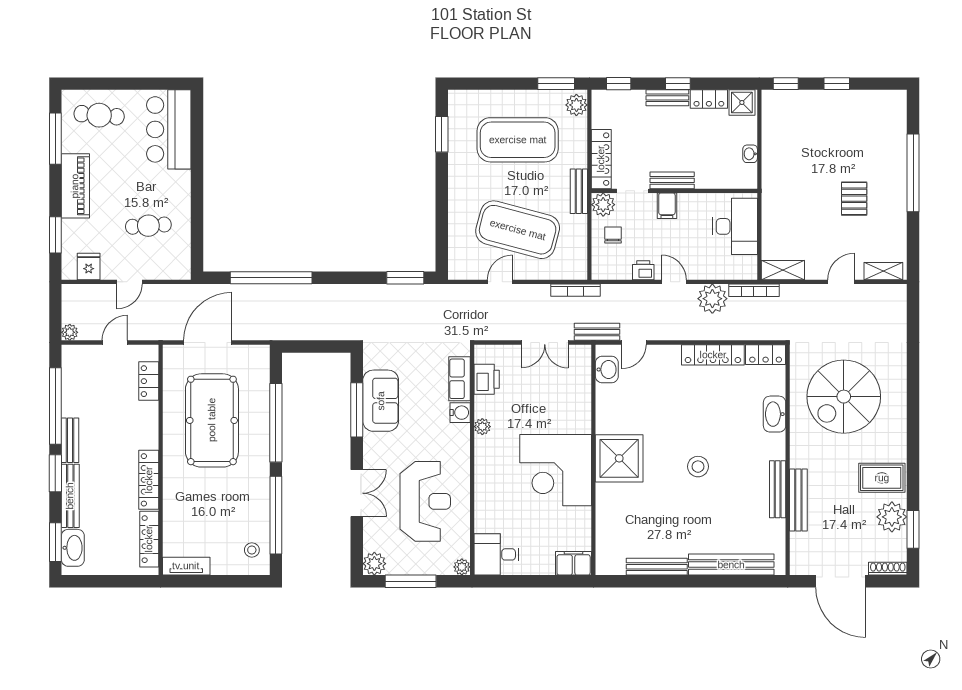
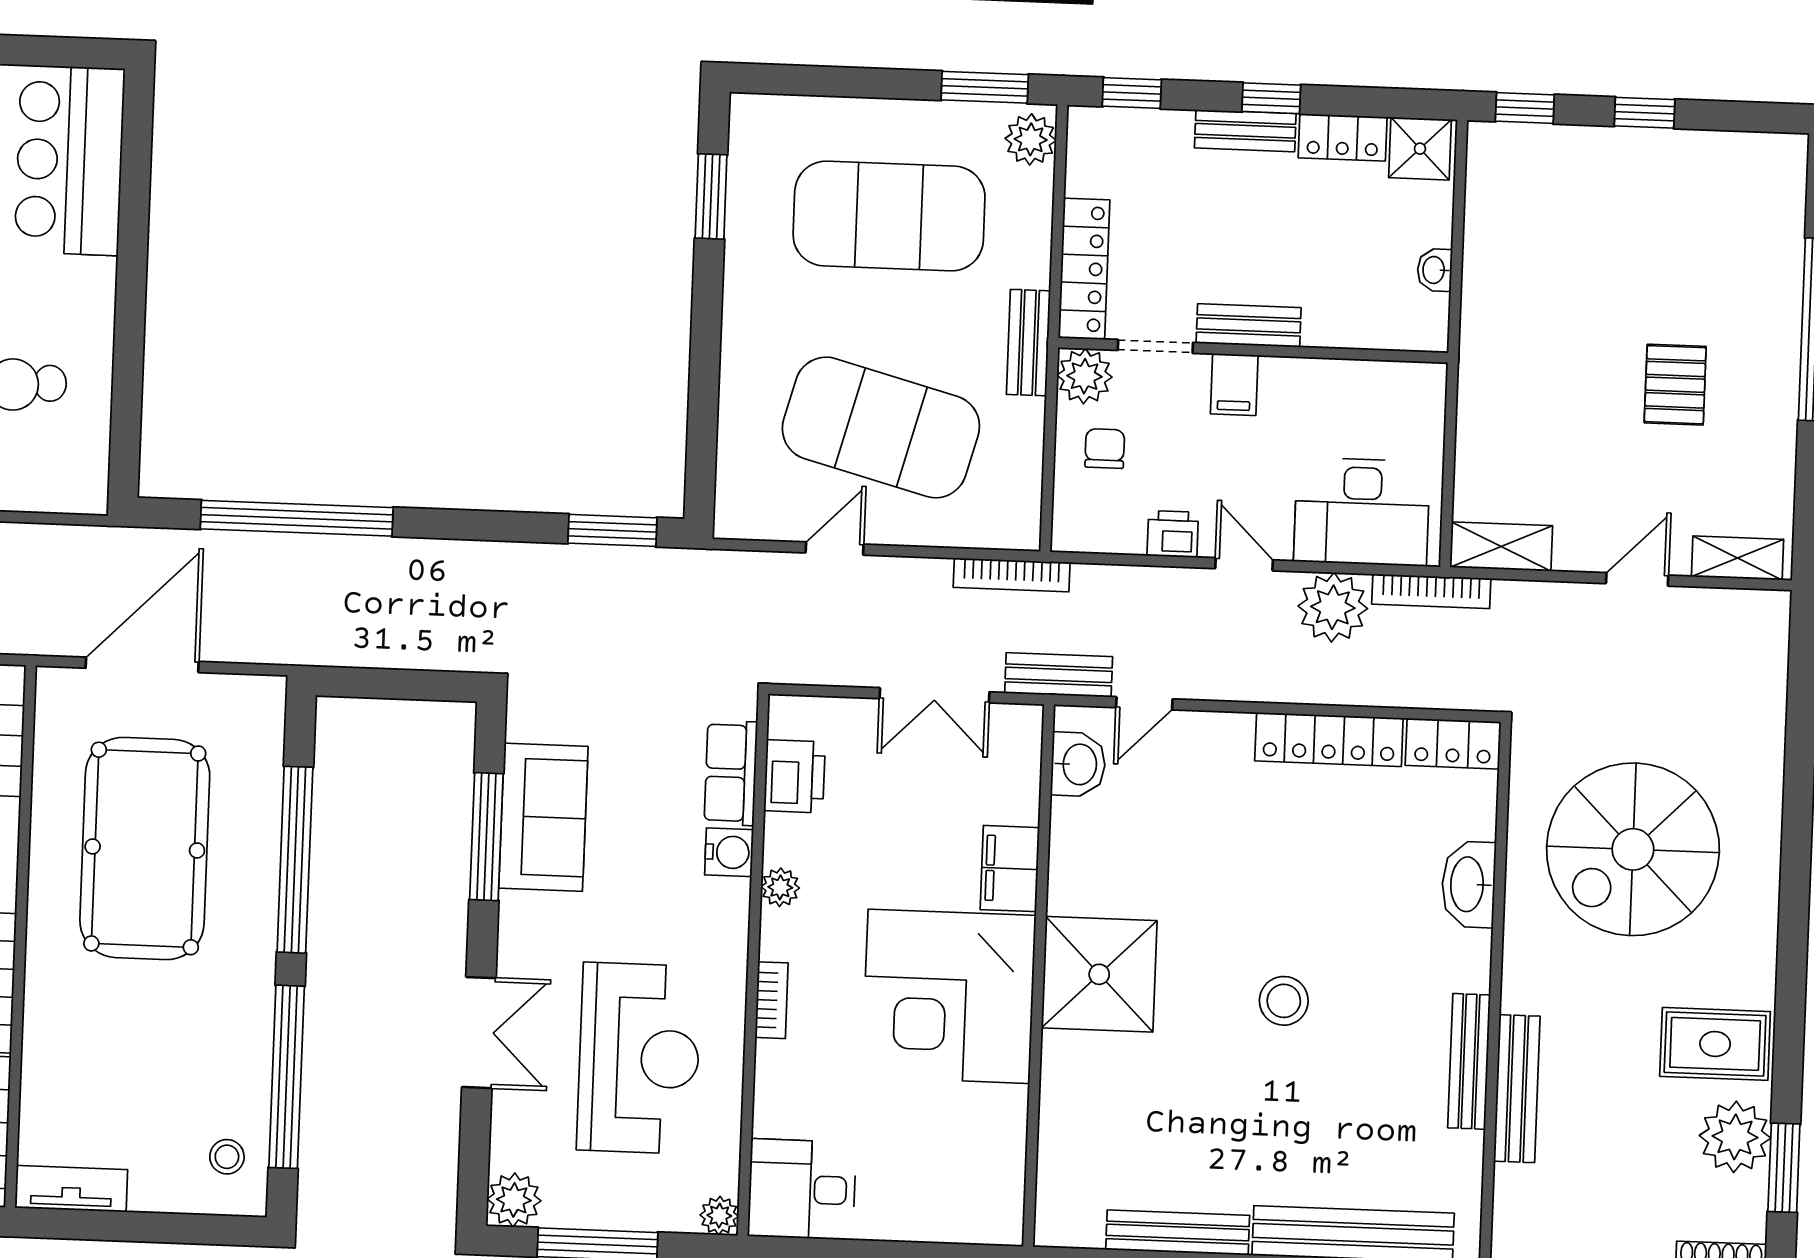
desk: (735, 226) -> (1362, 512), moved, turned 90
bookcase: (481, 475) -> (772, 1000), added
filing cabinet: (574, 563) -> (1010, 869), moved, turned -90

